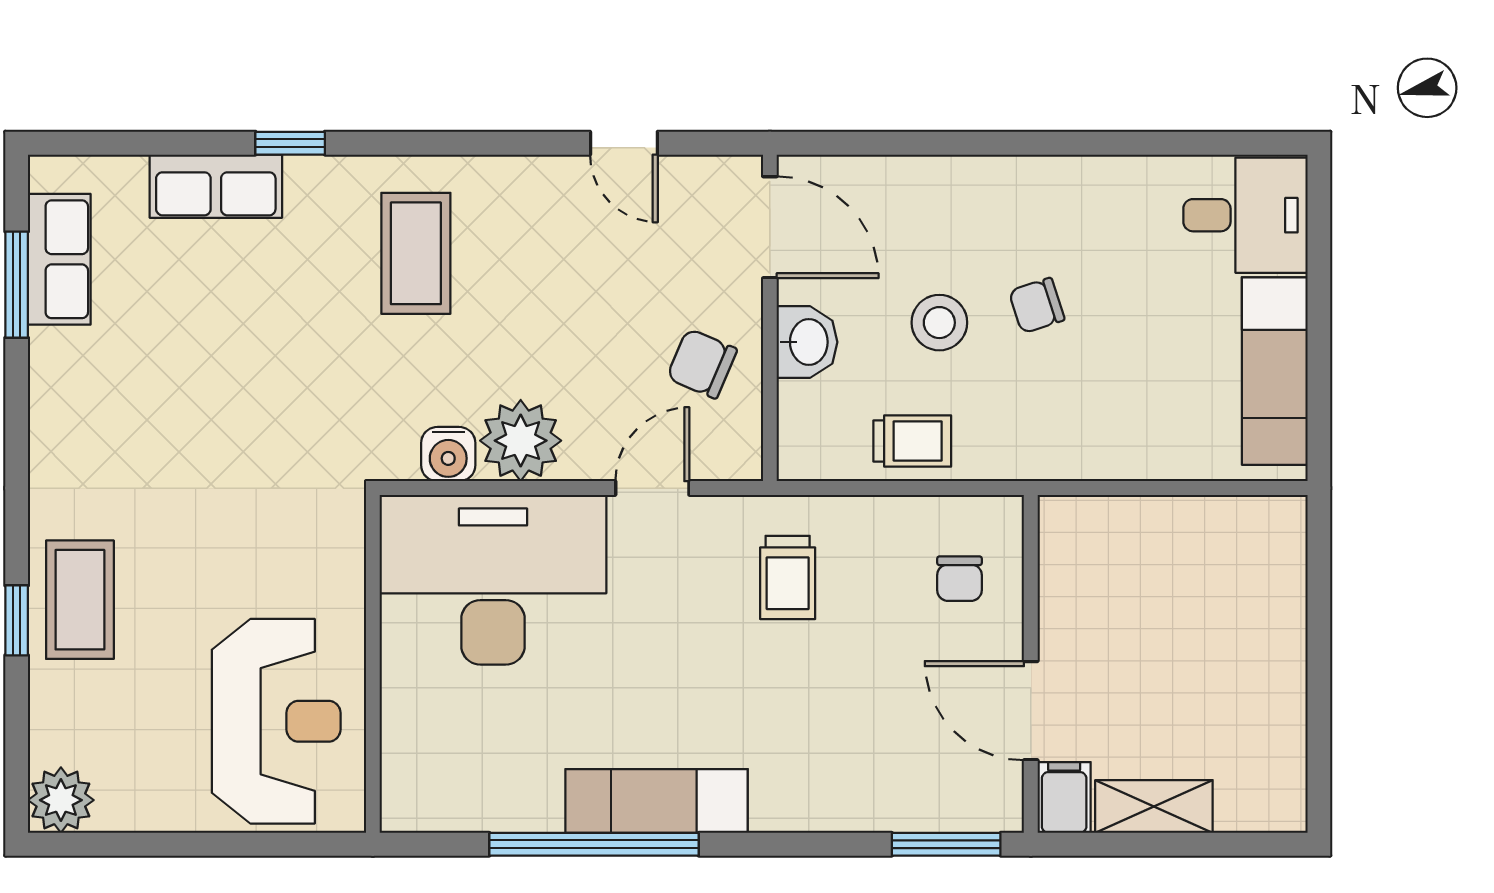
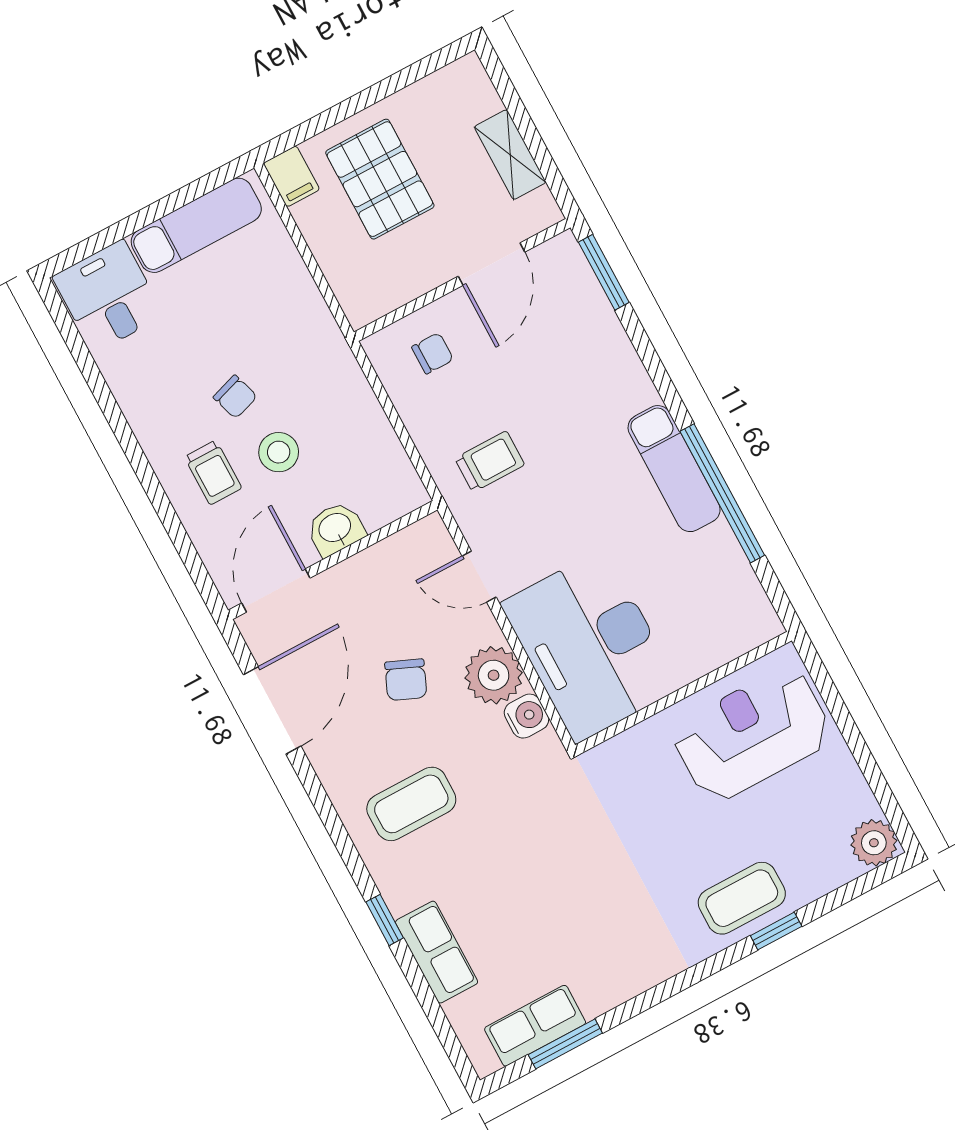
door: (624, 143) -> (272, 710), width x1.88
chair: (702, 364) -> (406, 680), moved
trolley: (912, 441) -> (213, 472), moved, turned 180
pallet: (1210, 629) -> (380, 179), added
filing cabinet: (1064, 798) -> (291, 176), moved, turned -90

